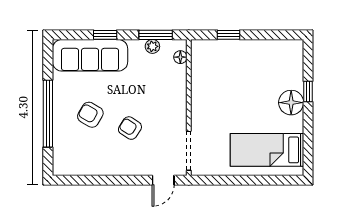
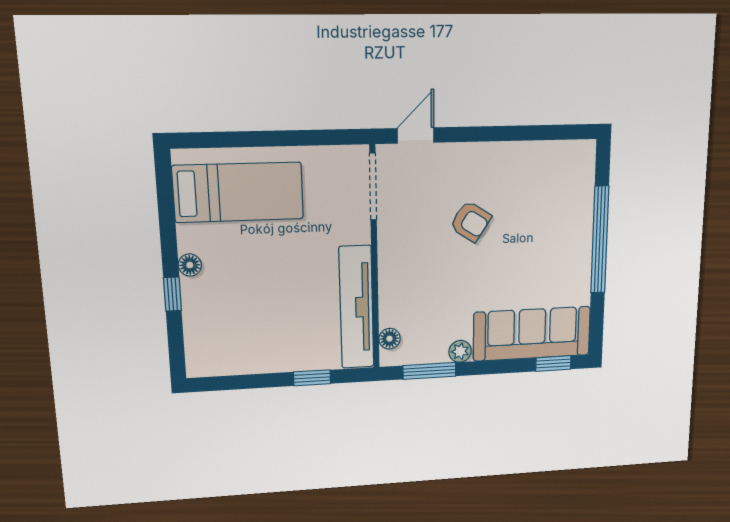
window: (105, 35) -> (553, 363), moved
plant: (152, 46) -> (460, 351), moved
tv unit: (200, 78) -> (356, 307), added
floor lamp: (291, 103) -> (190, 265), width x0.53, depth x0.53
armchair: (90, 115) -> (534, 241), removed

